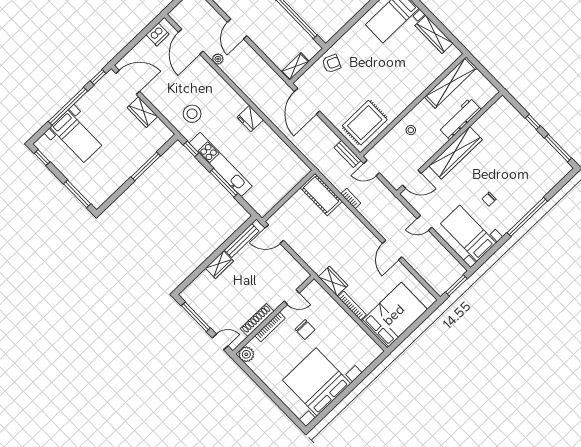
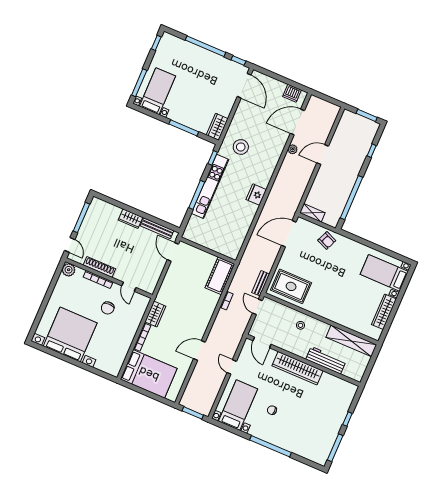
wardrobe: (142, 112) -> (217, 127), moved
bed with nightstands: (76, 136) -> (157, 91), moved, turned 180

